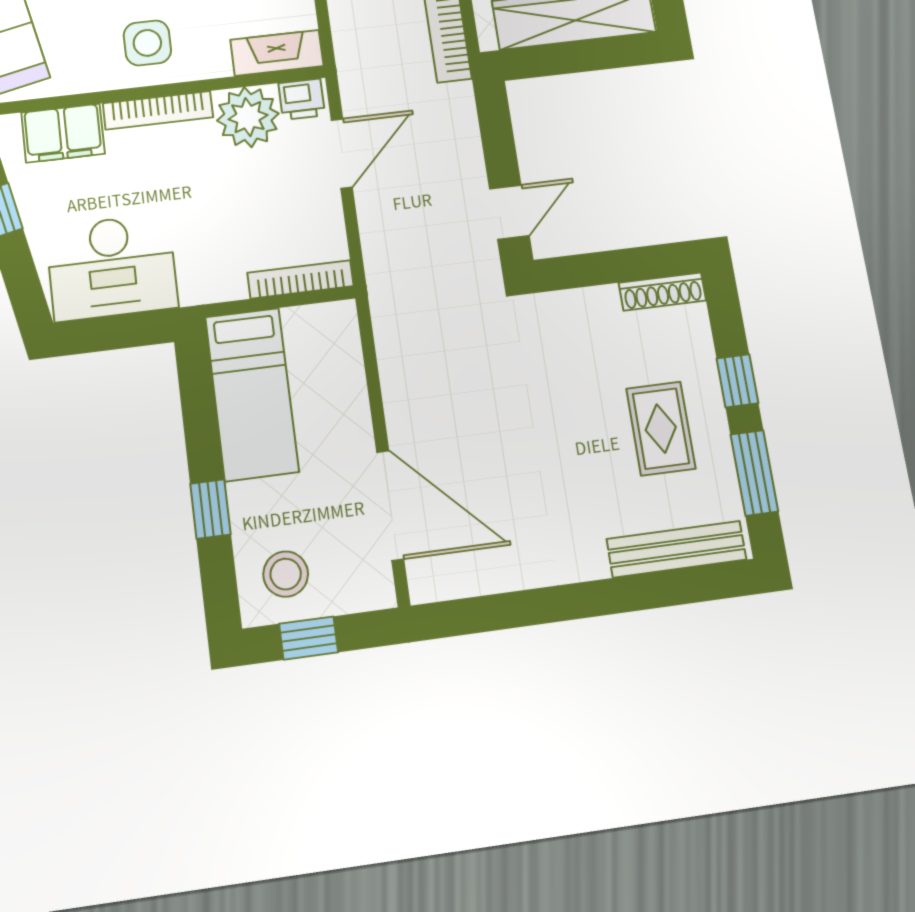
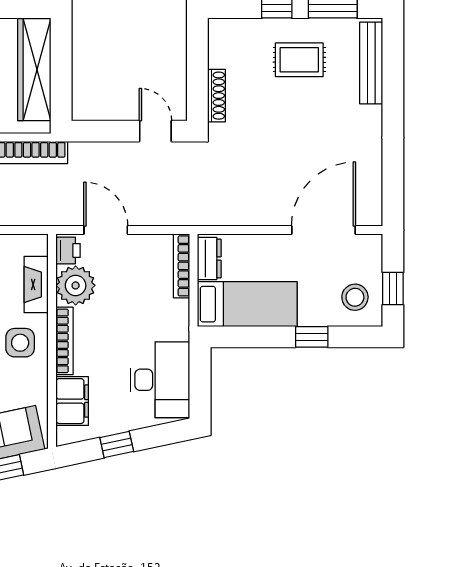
fireplace: (277, 53) -> (36, 285), moved
shoe rack: (662, 292) -> (217, 96), moved
dresser: (318, 323) -> (209, 259), added

